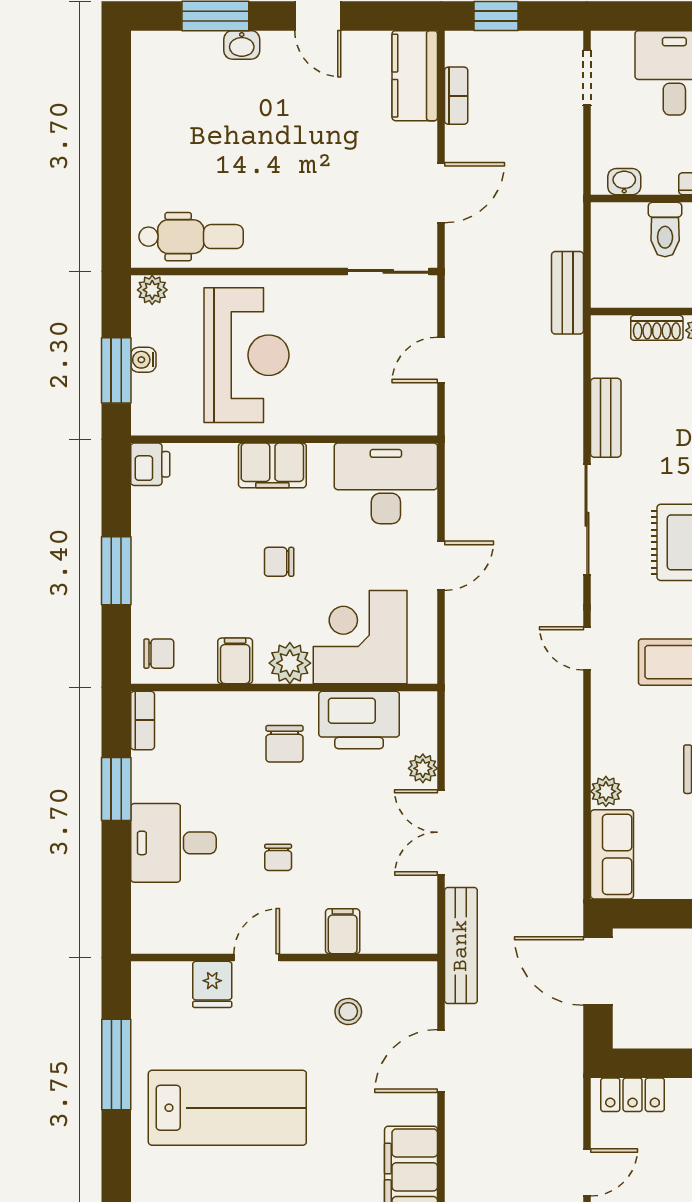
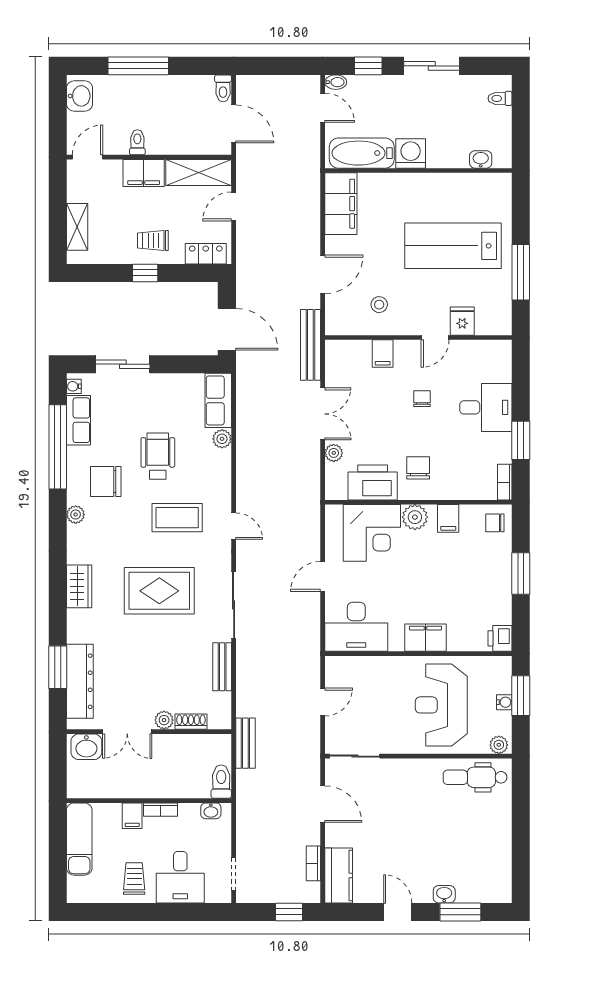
door: (441, 193) -> (323, 804), swing flipped
toilet: (665, 230) -> (221, 782), moved
chair: (279, 562) -> (421, 579), removed

